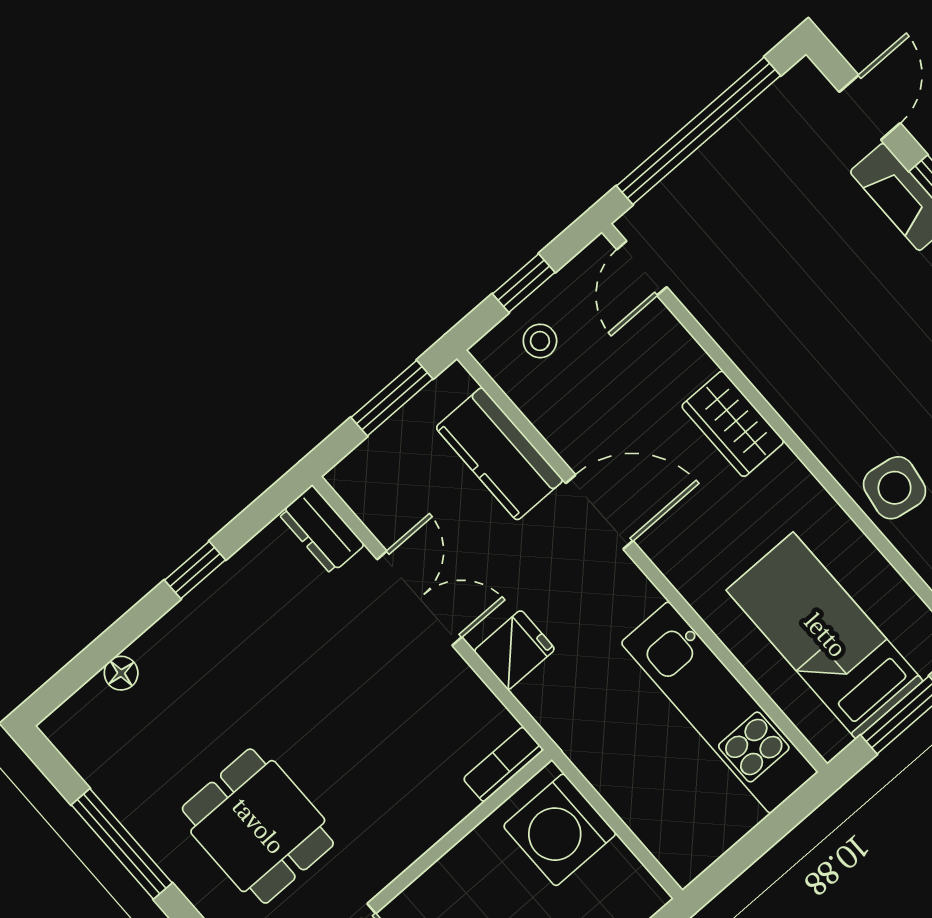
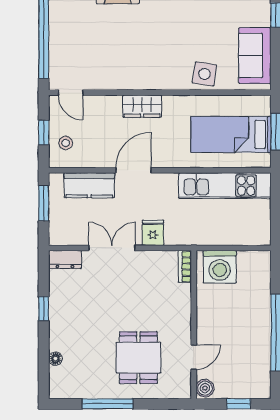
dining table: (258, 826) -> (138, 358), turned 90

